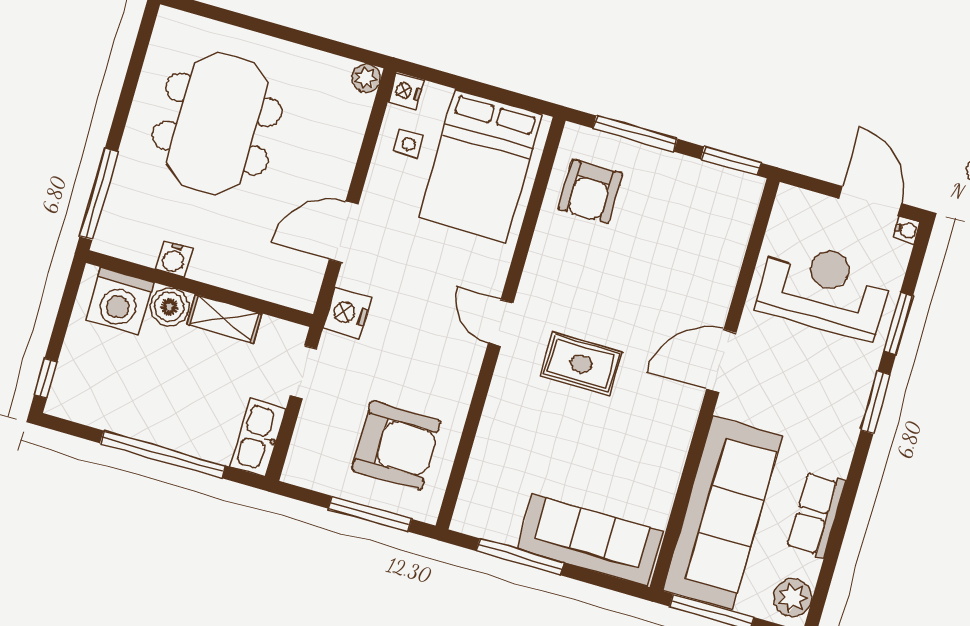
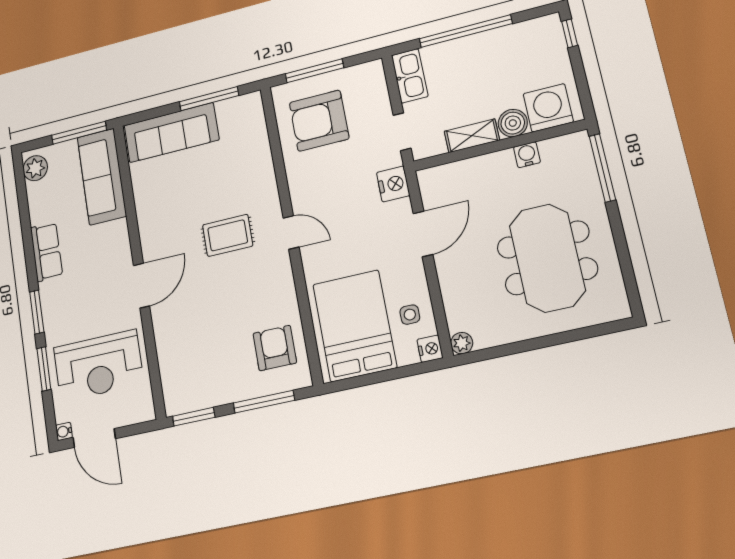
sofa: (722, 513) -> (102, 177), width x0.74, depth x0.79
row of seats: (816, 515) -> (47, 252), moved

